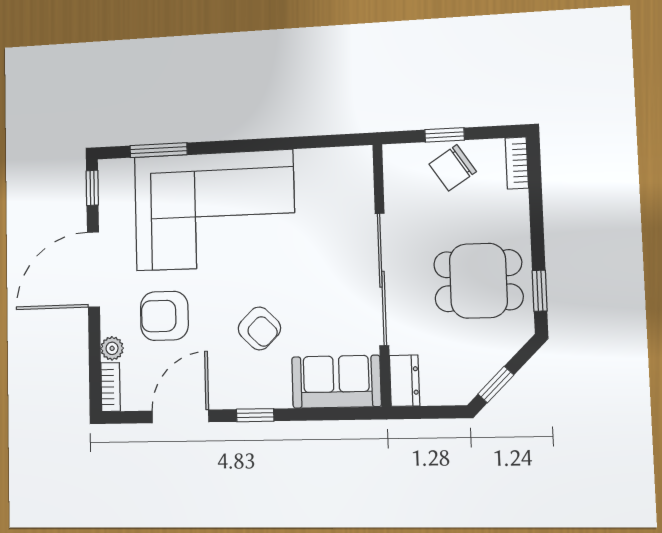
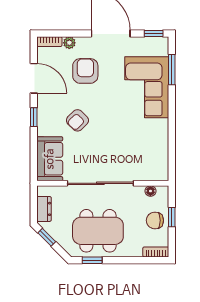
chair: (453, 168) -> (155, 220), turned -57
floor lamp: (394, 179) -> (150, 191), added
corner sofa: (214, 210) -> (147, 87), width x0.73, depth x0.74
dining table: (478, 281) -> (98, 231), width x1.37
dresser: (405, 381) -> (44, 209), moved, turned -90

